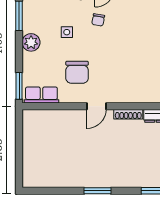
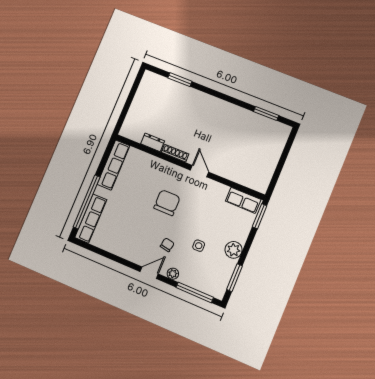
chair: (77, 72) -> (167, 203), moved
door: (96, 106) -> (199, 171), hinge flipped
window: (98, 191) -> (266, 114), moved

